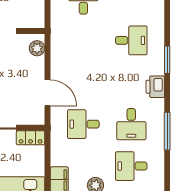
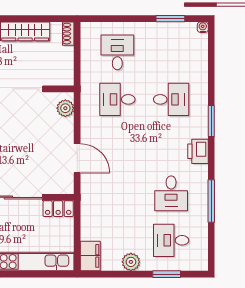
desk: (83, 124) -> (117, 99), moved

